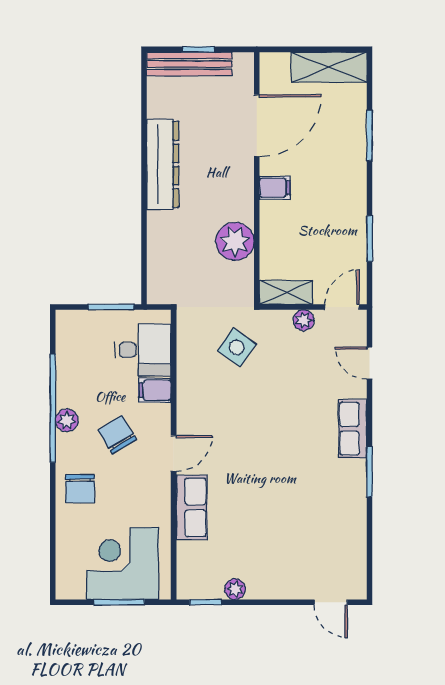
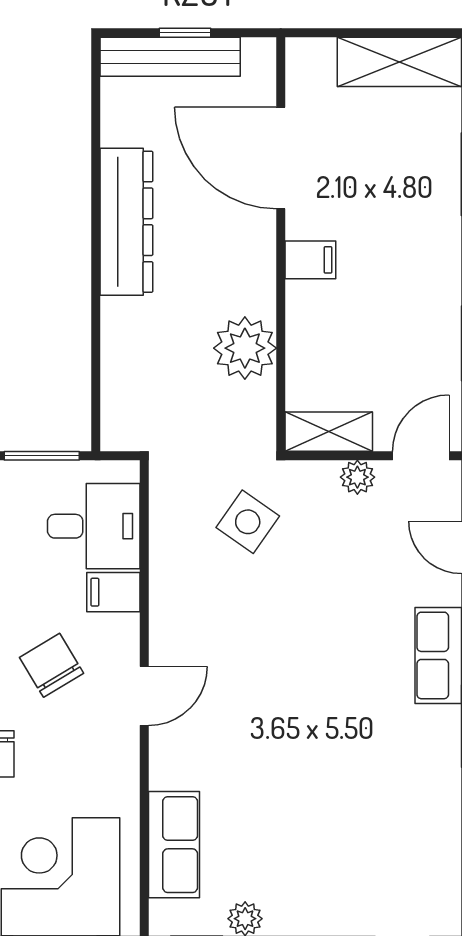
door: (257, 126) -> (281, 158), swing flipped
row of seats: (192, 507) -> (174, 845), moved

